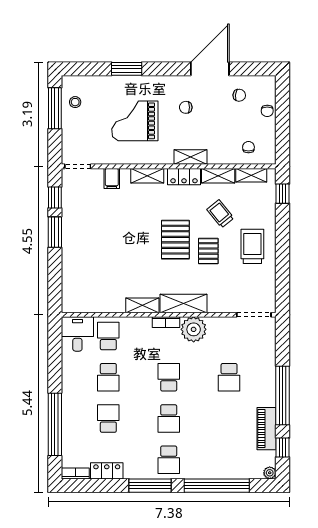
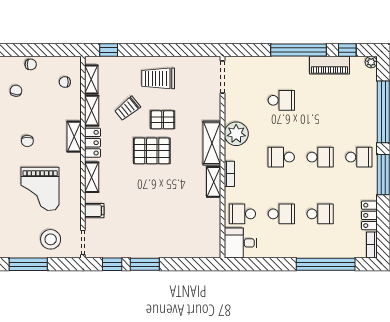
stool: (75, 102) -> (51, 239), moved, width x1.89, depth x1.89
bookcase: (166, 322) -> (229, 174), moved
school desk: (108, 419) -> (320, 214), turned 180

